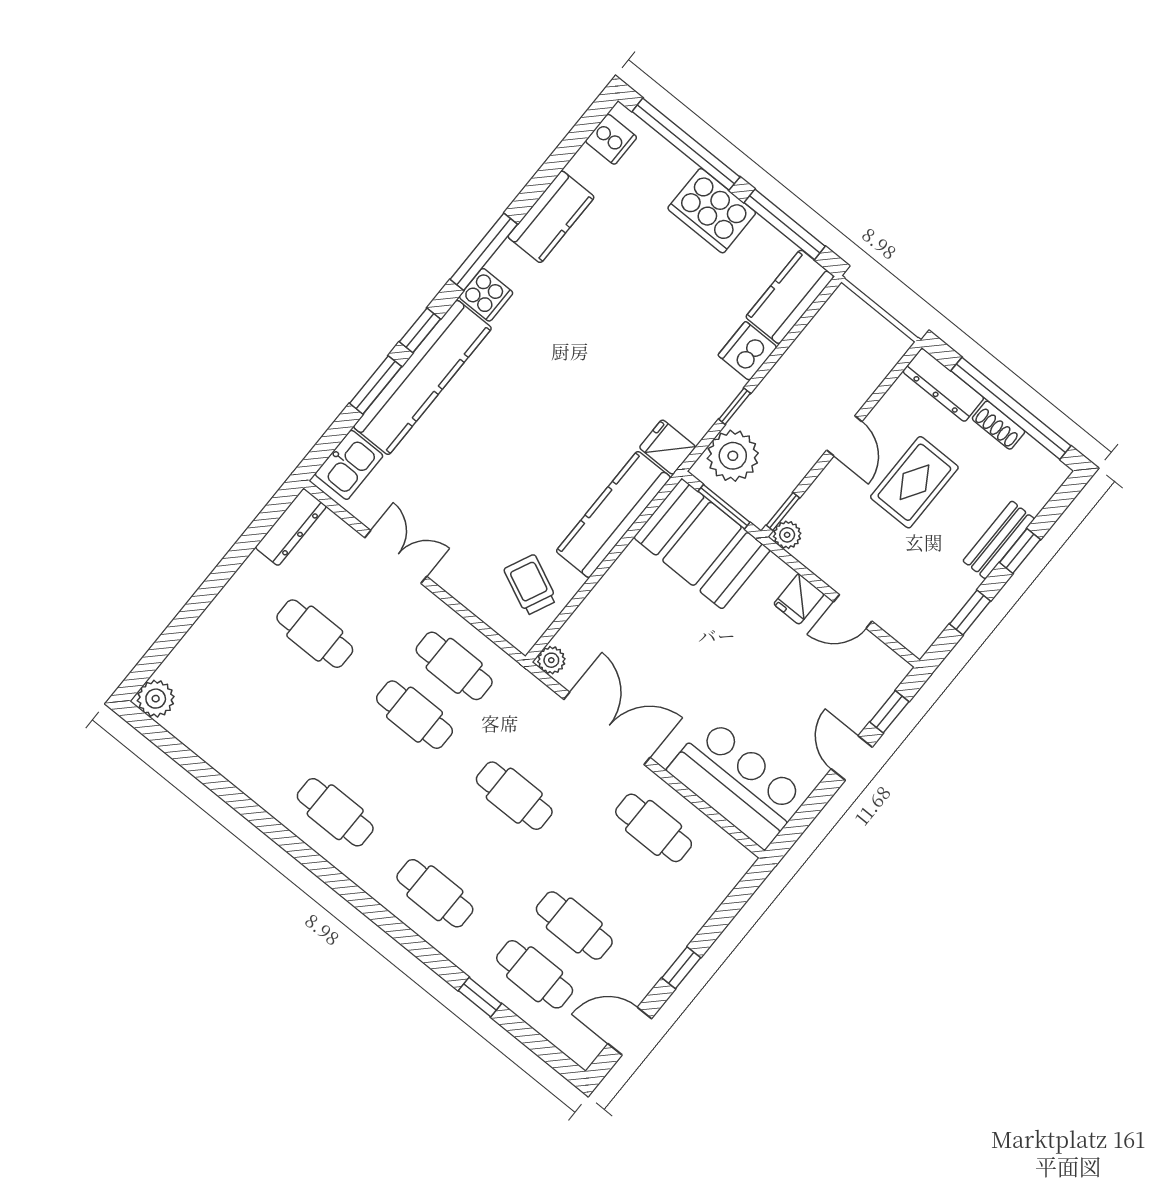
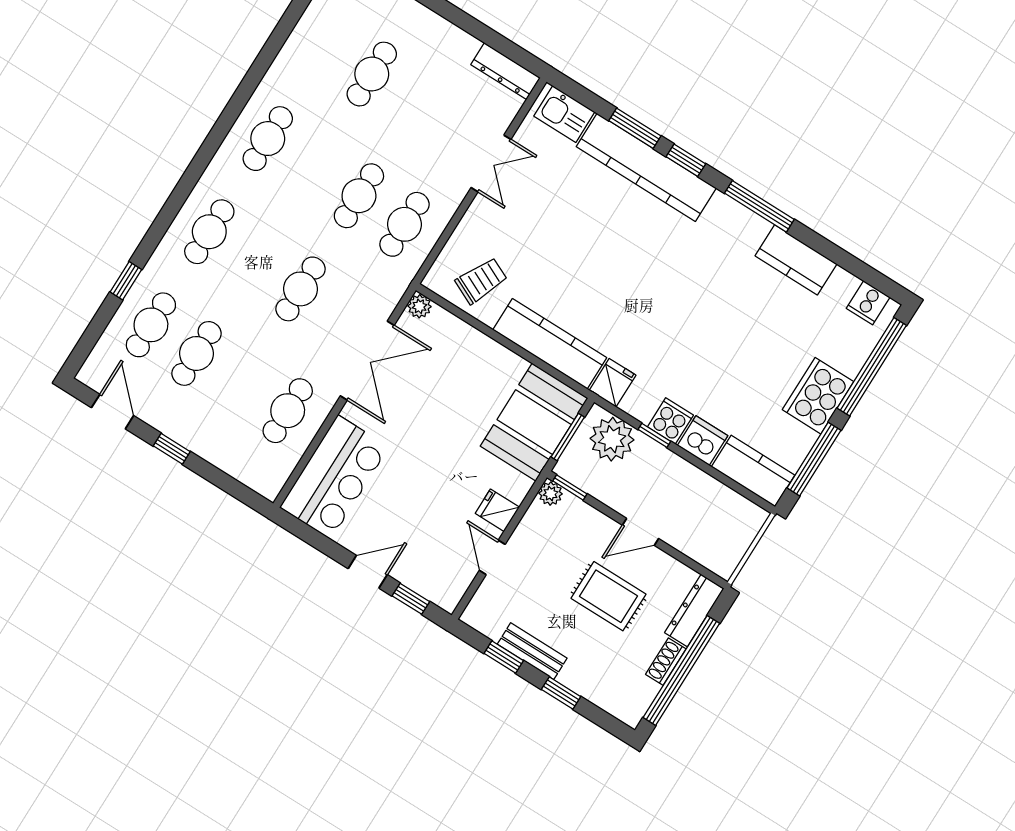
cooker: (486, 295) -> (670, 421), moved, turned 180
bench: (999, 540) -> (532, 651), moved
cafe table: (315, 634) -> (372, 74), moved

